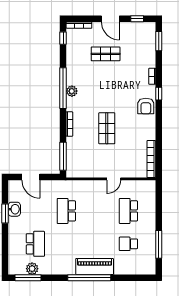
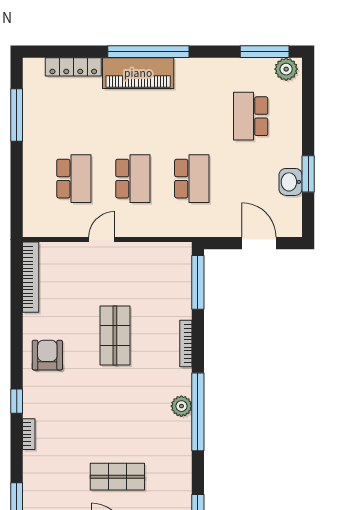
armchair: (146, 106) -> (47, 355), moved
school desk: (128, 244) -> (133, 179), moved, width x1.85
plant: (32, 269) -> (286, 69), moved
locker: (129, 270) -> (73, 67), added

